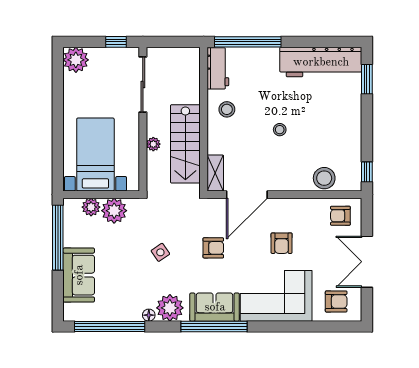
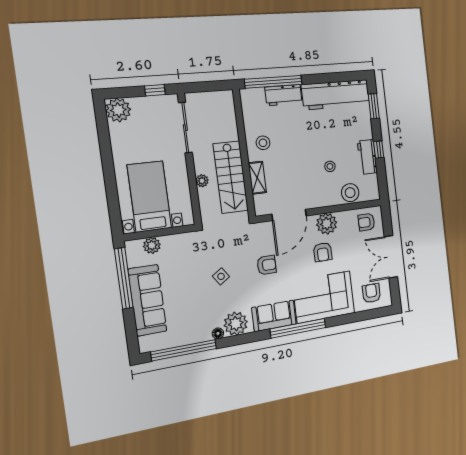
workbench: (218, 68) -> (284, 95), moved, turned 90
stool: (280, 130) -> (330, 166), moved
workbench: (351, 138) -> (367, 157), added
window: (367, 172) -> (379, 149), moved
shelving: (215, 173) -> (257, 178), moved
plant: (114, 211) -> (327, 224), moved
sofa: (79, 275) -> (147, 300), width x1.36
armchair: (336, 301) -> (371, 293), turned -90
window: (214, 327) -> (298, 328), moved

